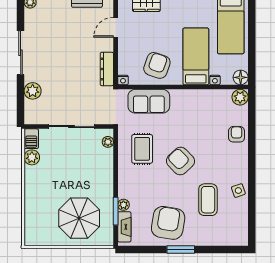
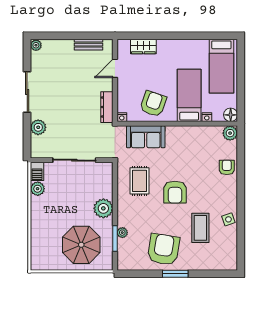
plant: (108, 142) -> (103, 208), moved, width x1.88, depth x1.88
armchair: (180, 161) -> (175, 192), turned -136
fireplace: (124, 227) -> (123, 253), removed

